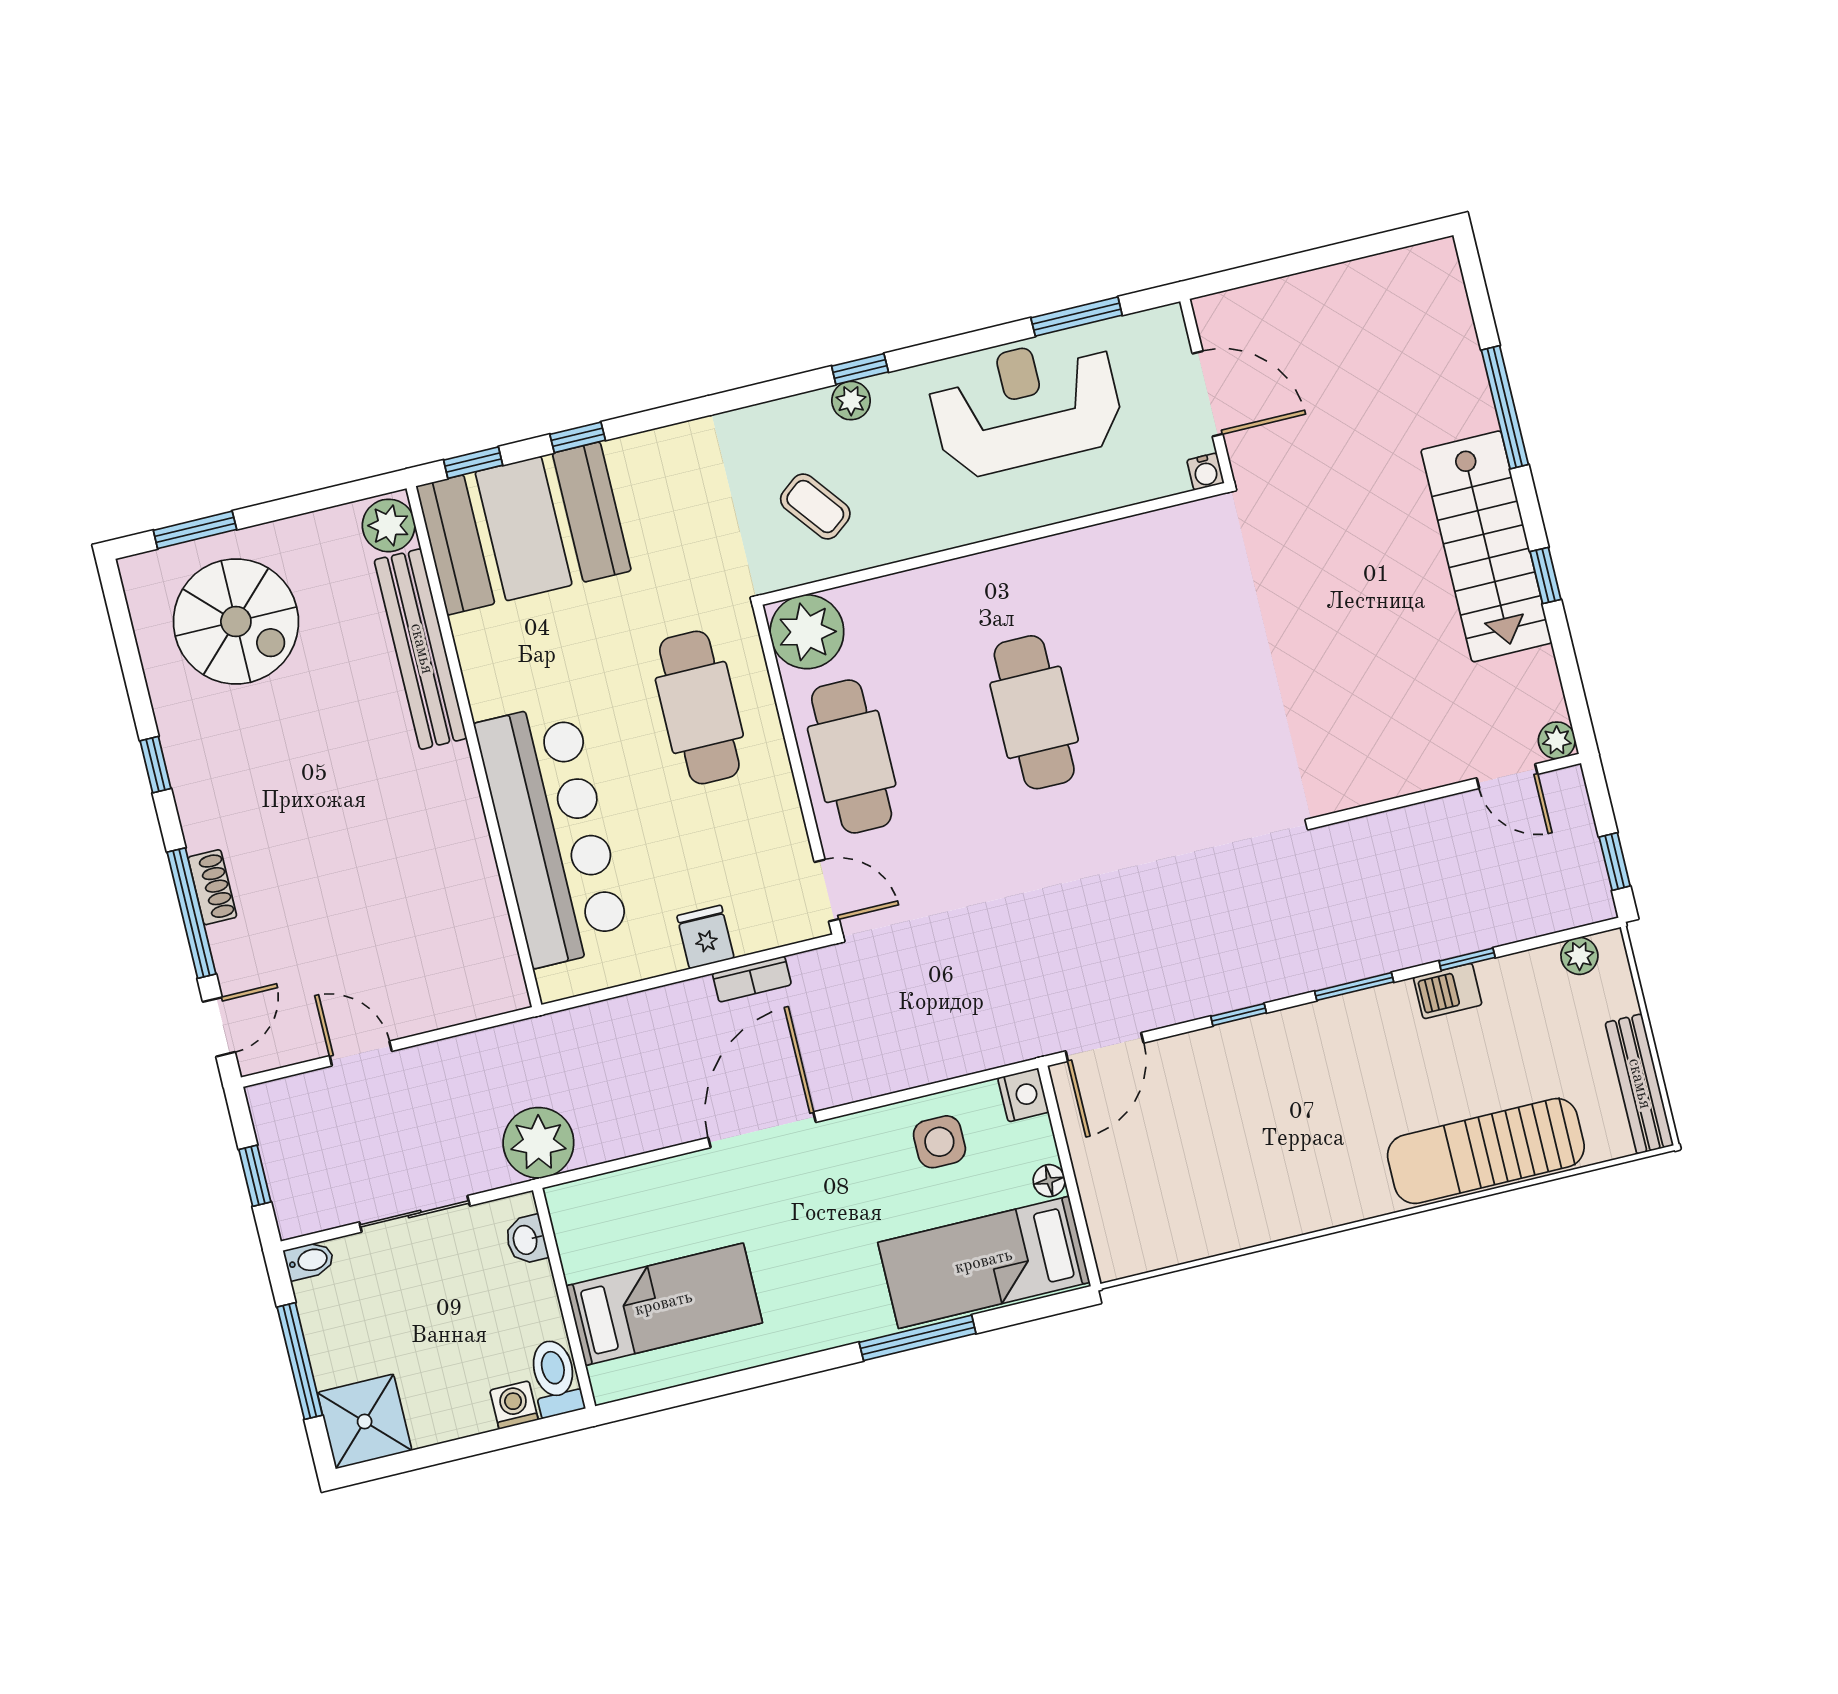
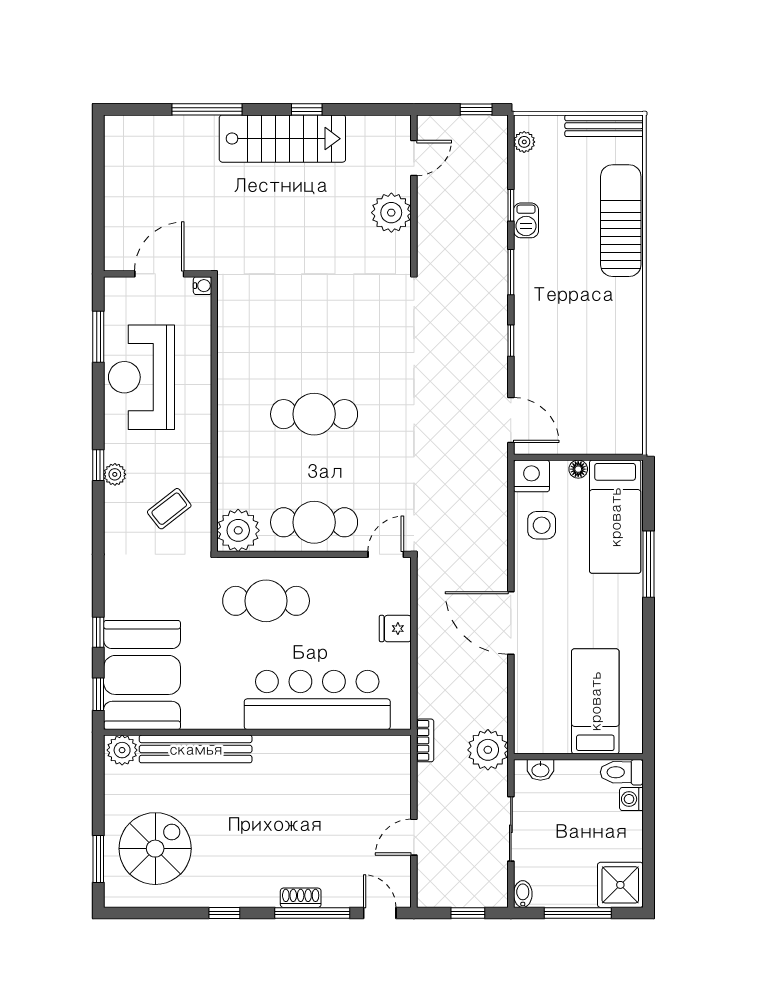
plant: (1557, 740) -> (391, 213), moved, width x1.88, depth x1.88
bookcase: (752, 979) -> (425, 740), moved
nightstand: (1023, 1095) -> (531, 476), width x1.36, depth x1.33
sun lounger: (1486, 1151) -> (621, 221), turned 180

